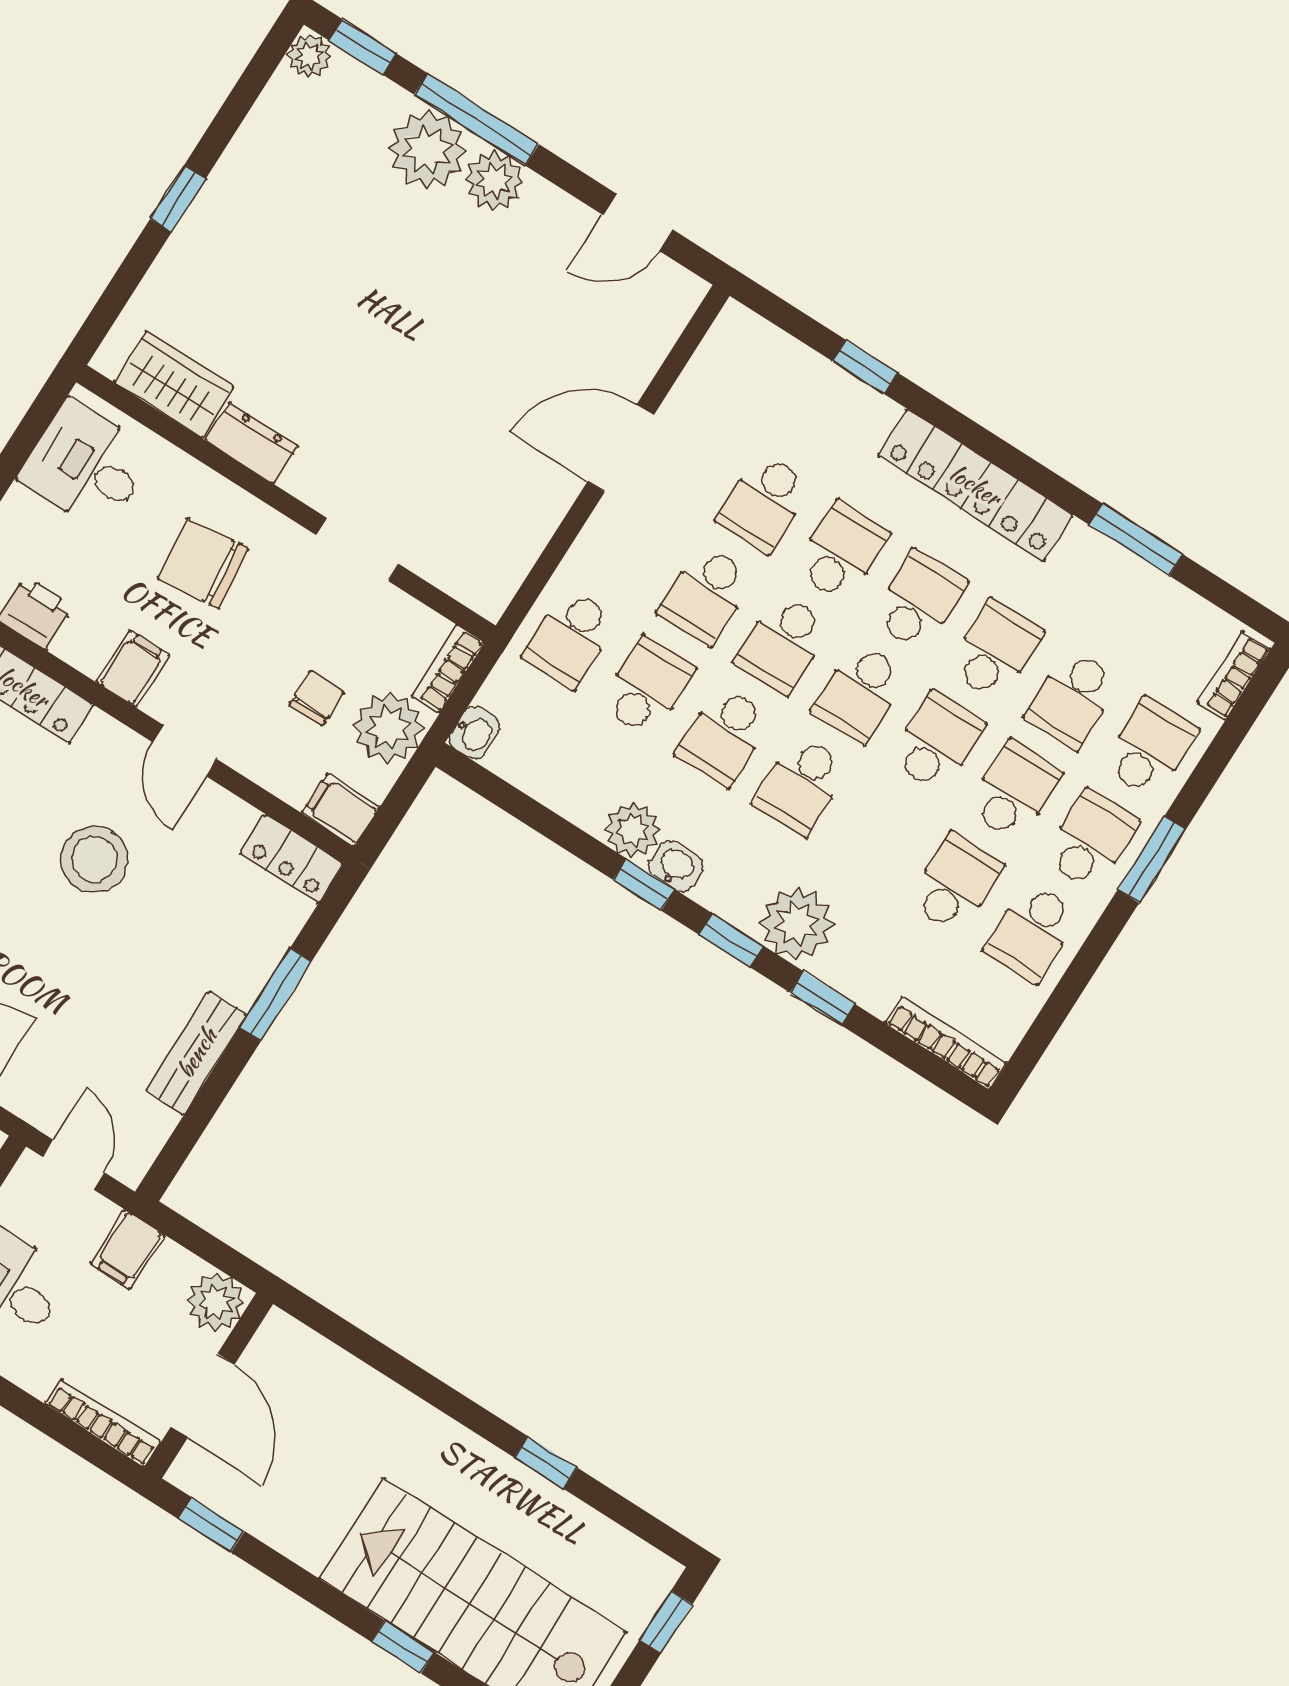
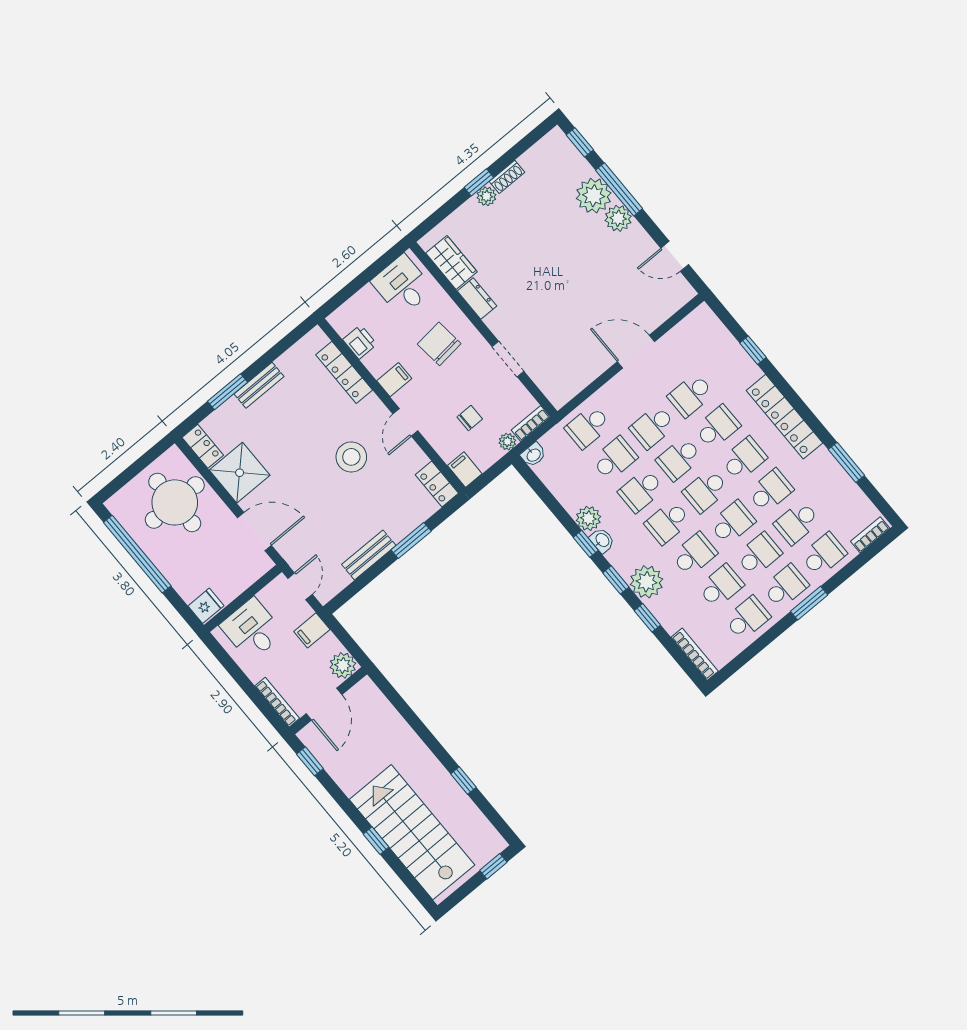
plant: (309, 56) -> (486, 196), moved
shoe rack: (233, 168) -> (507, 177), added
plant: (388, 728) -> (507, 442), width x0.53, depth x0.53
school desk: (878, 834) -> (694, 554), added
school desk: (1032, 932) -> (747, 618), turned 180

